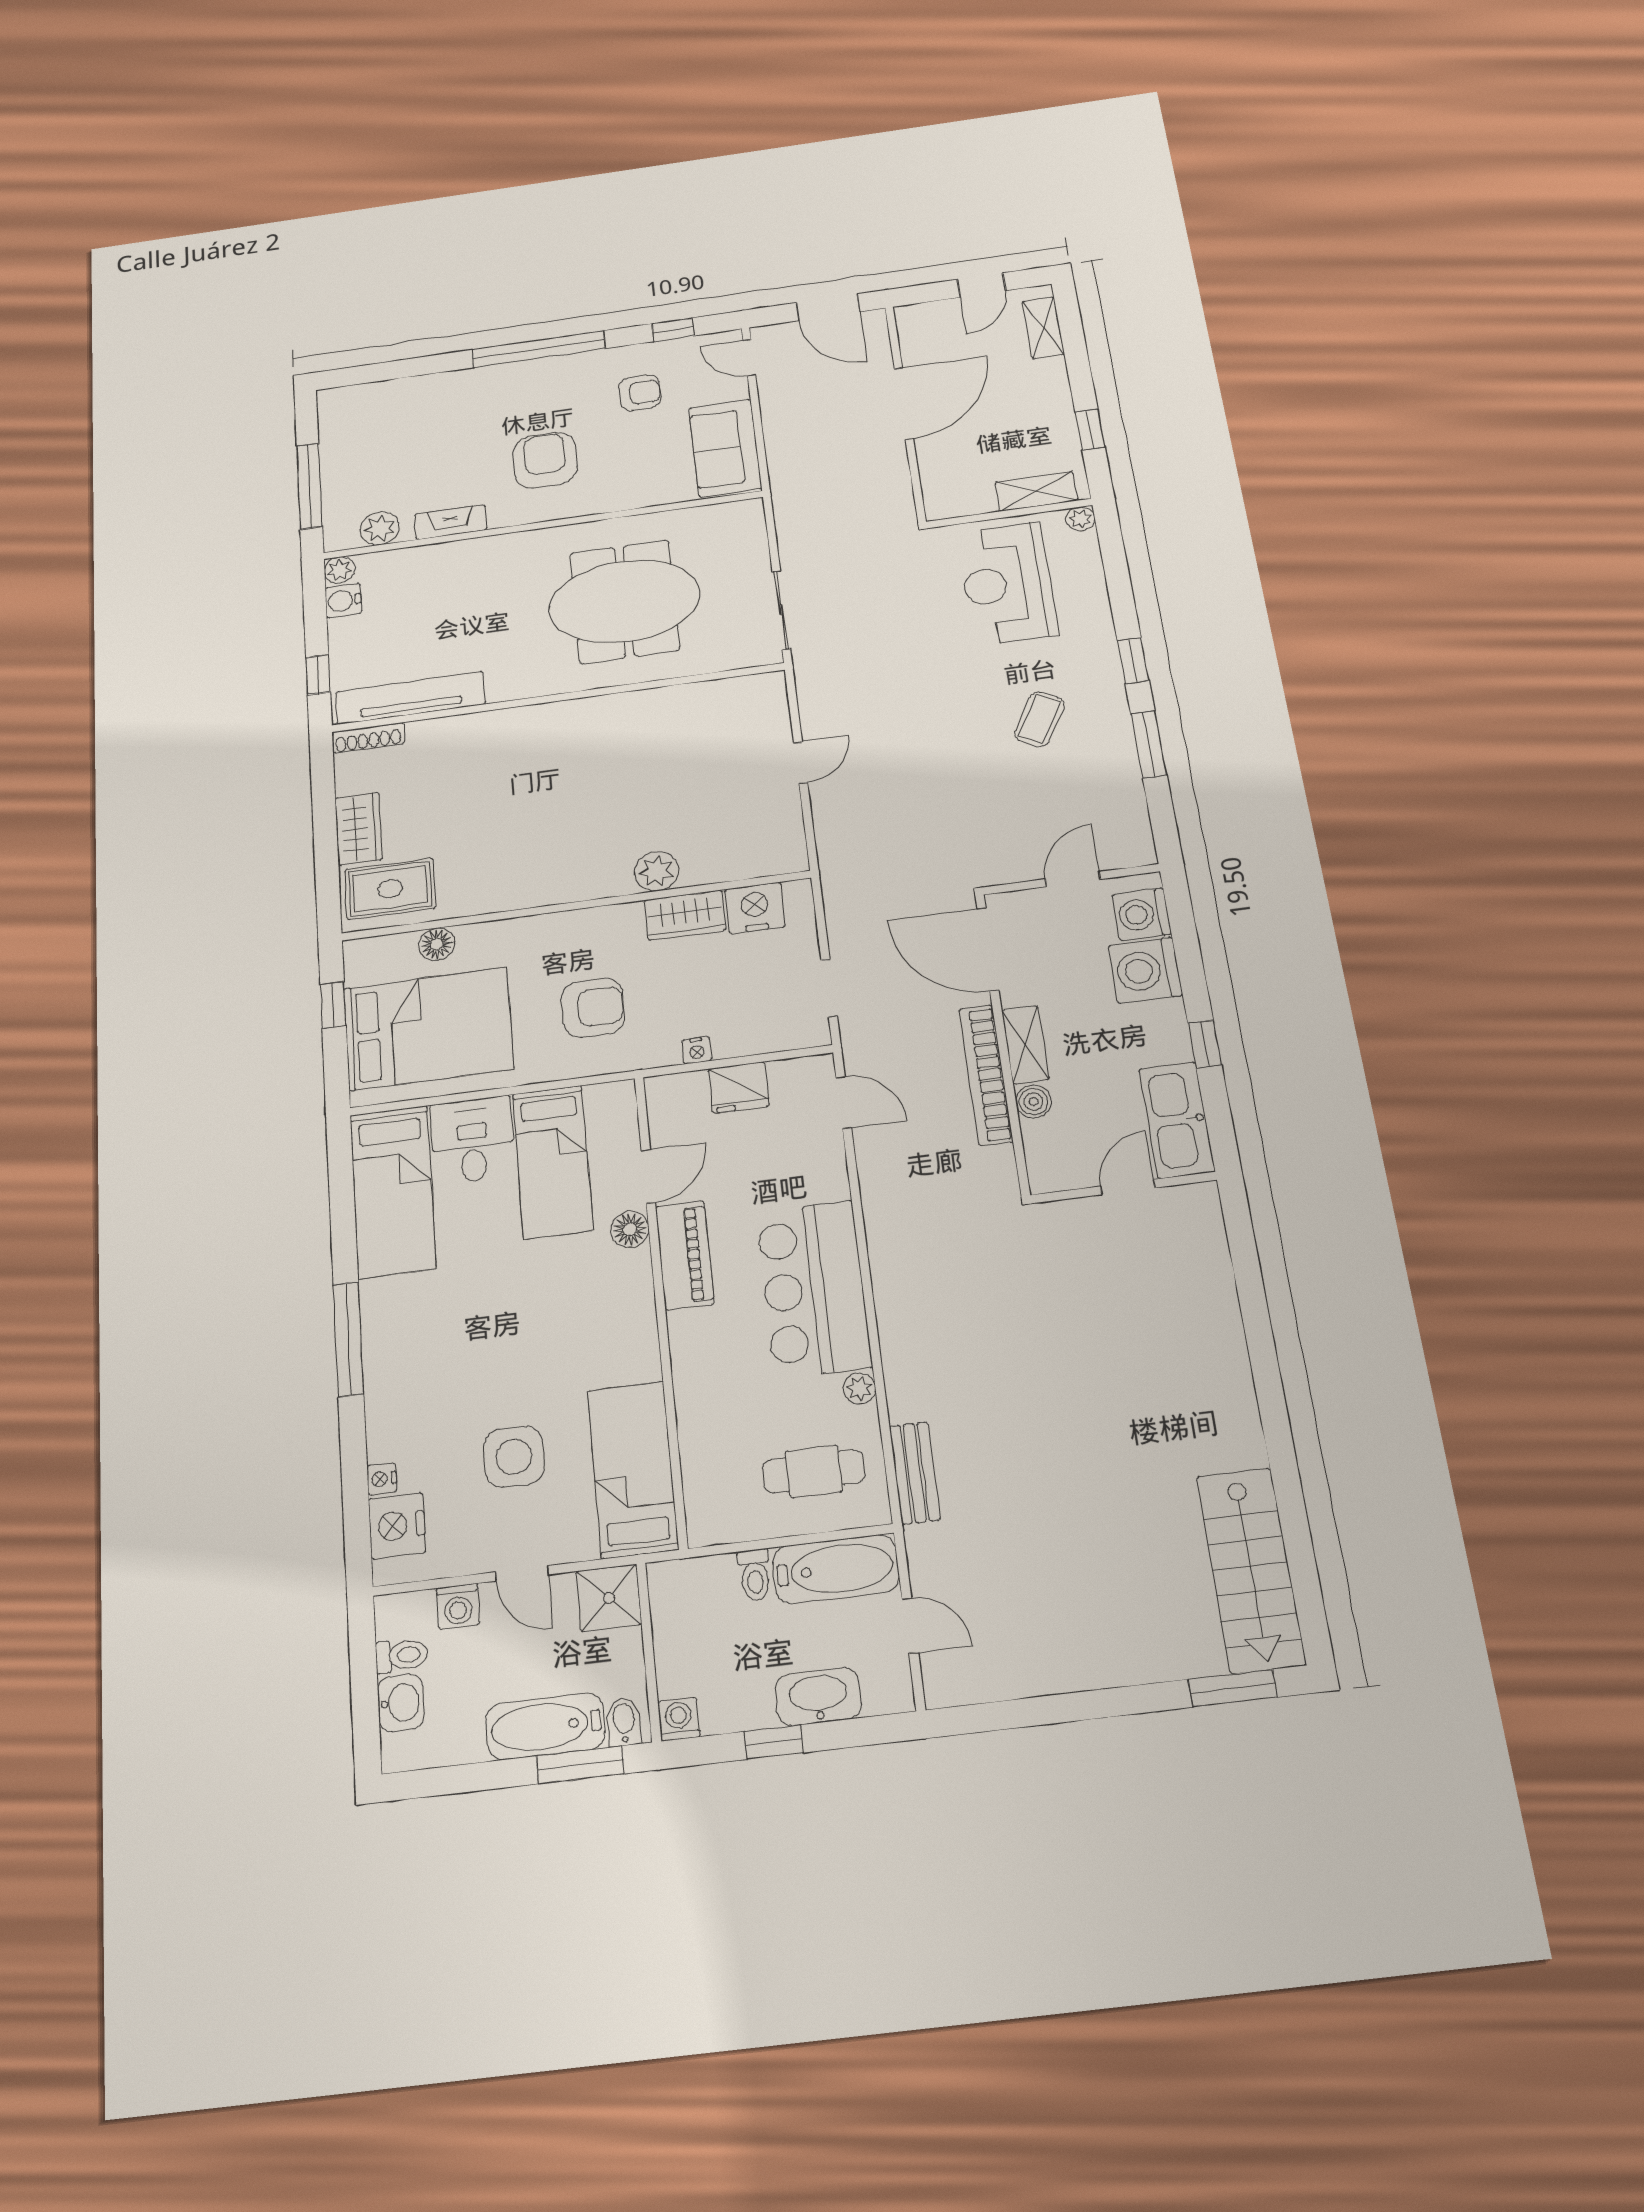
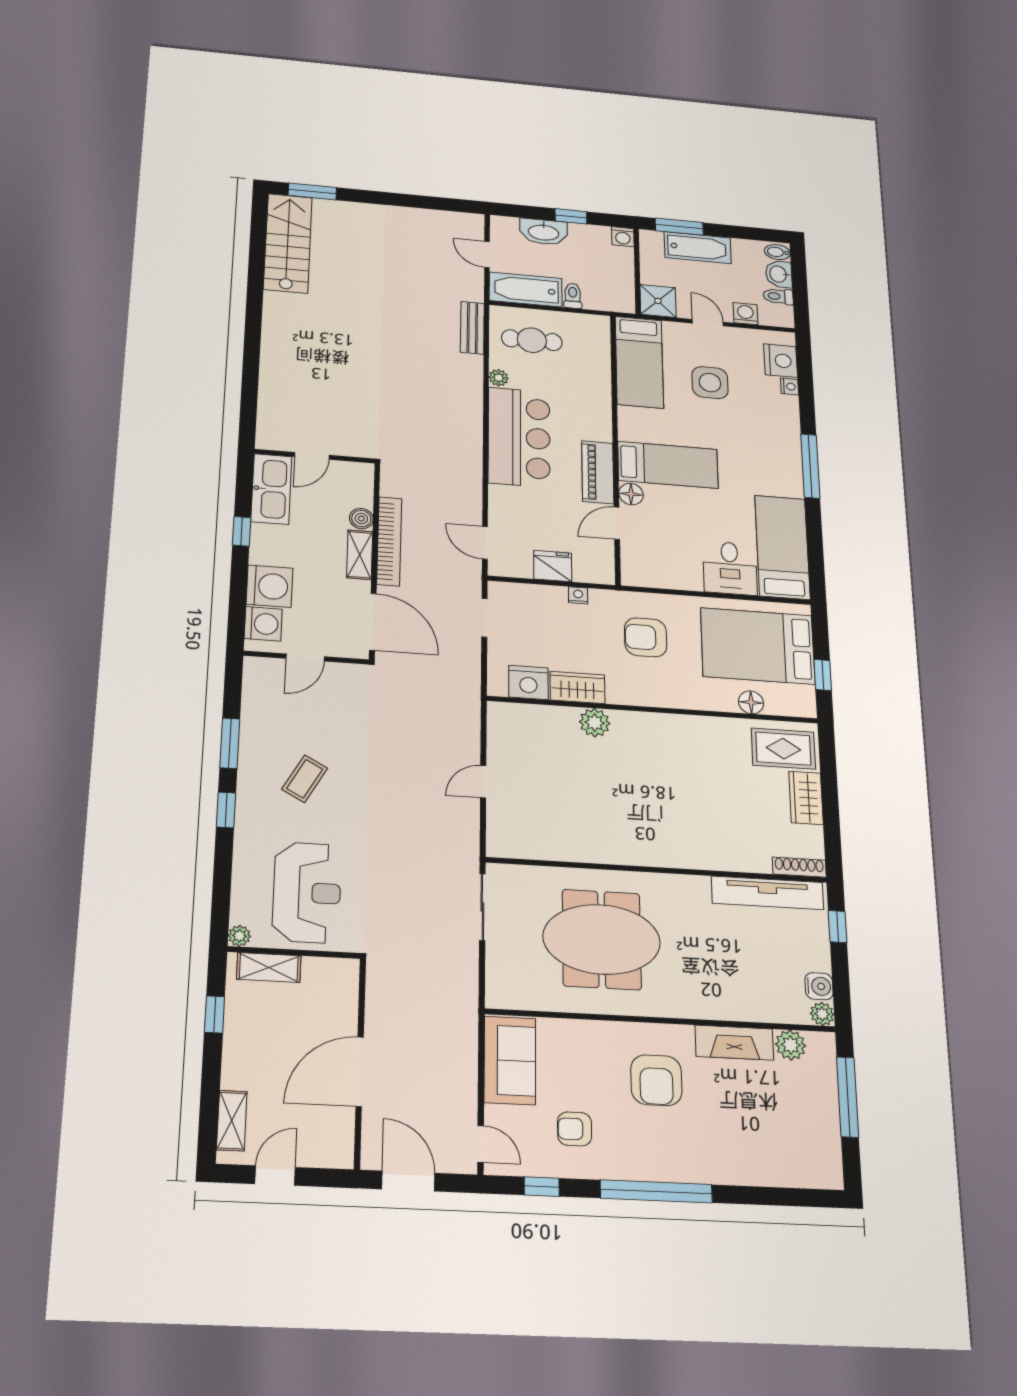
fireplace: (451, 522) -> (734, 1043), width x1.37, depth x1.32
bed: (553, 1161) -> (668, 465), moved, turned 90
bidet: (624, 1722) -> (777, 252), moved, turned 90

